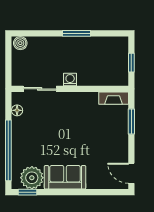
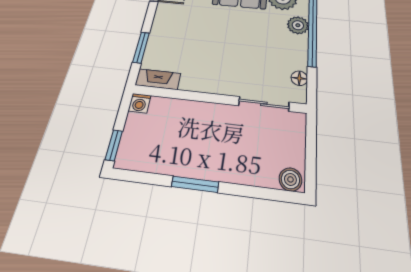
window: (131, 63) -> (114, 145), moved
washing machine: (70, 80) -> (140, 103), moved
plant: (19, 154) -> (298, 25), added

